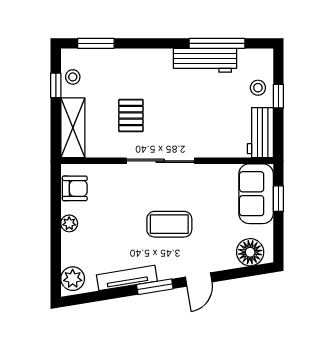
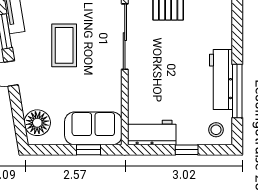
stool: (258, 88) -> (216, 130), moved

